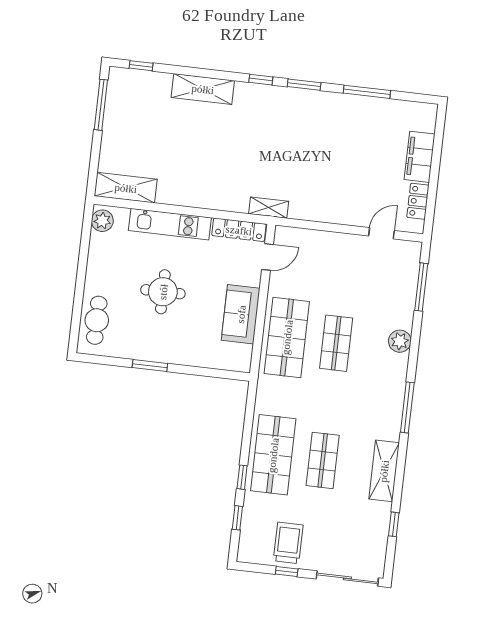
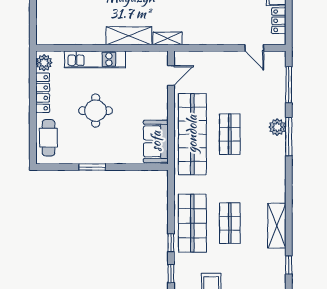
shelving: (126, 188) -> (129, 36), moved
locker: (239, 230) -> (43, 93), moved, turned -90
door: (382, 233) -> (254, 48), swing flipped
sofa: (241, 314) -> (156, 141), moved
shop shelf: (287, 337) -> (192, 134), width x1.40
window: (407, 407) -> (289, 137), moved

